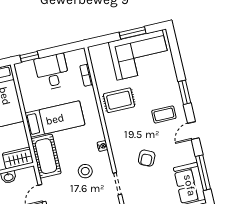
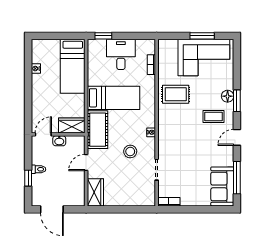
floor lamp: (174, 90) -> (228, 96), added
armchair: (147, 158) -> (189, 153), removed

